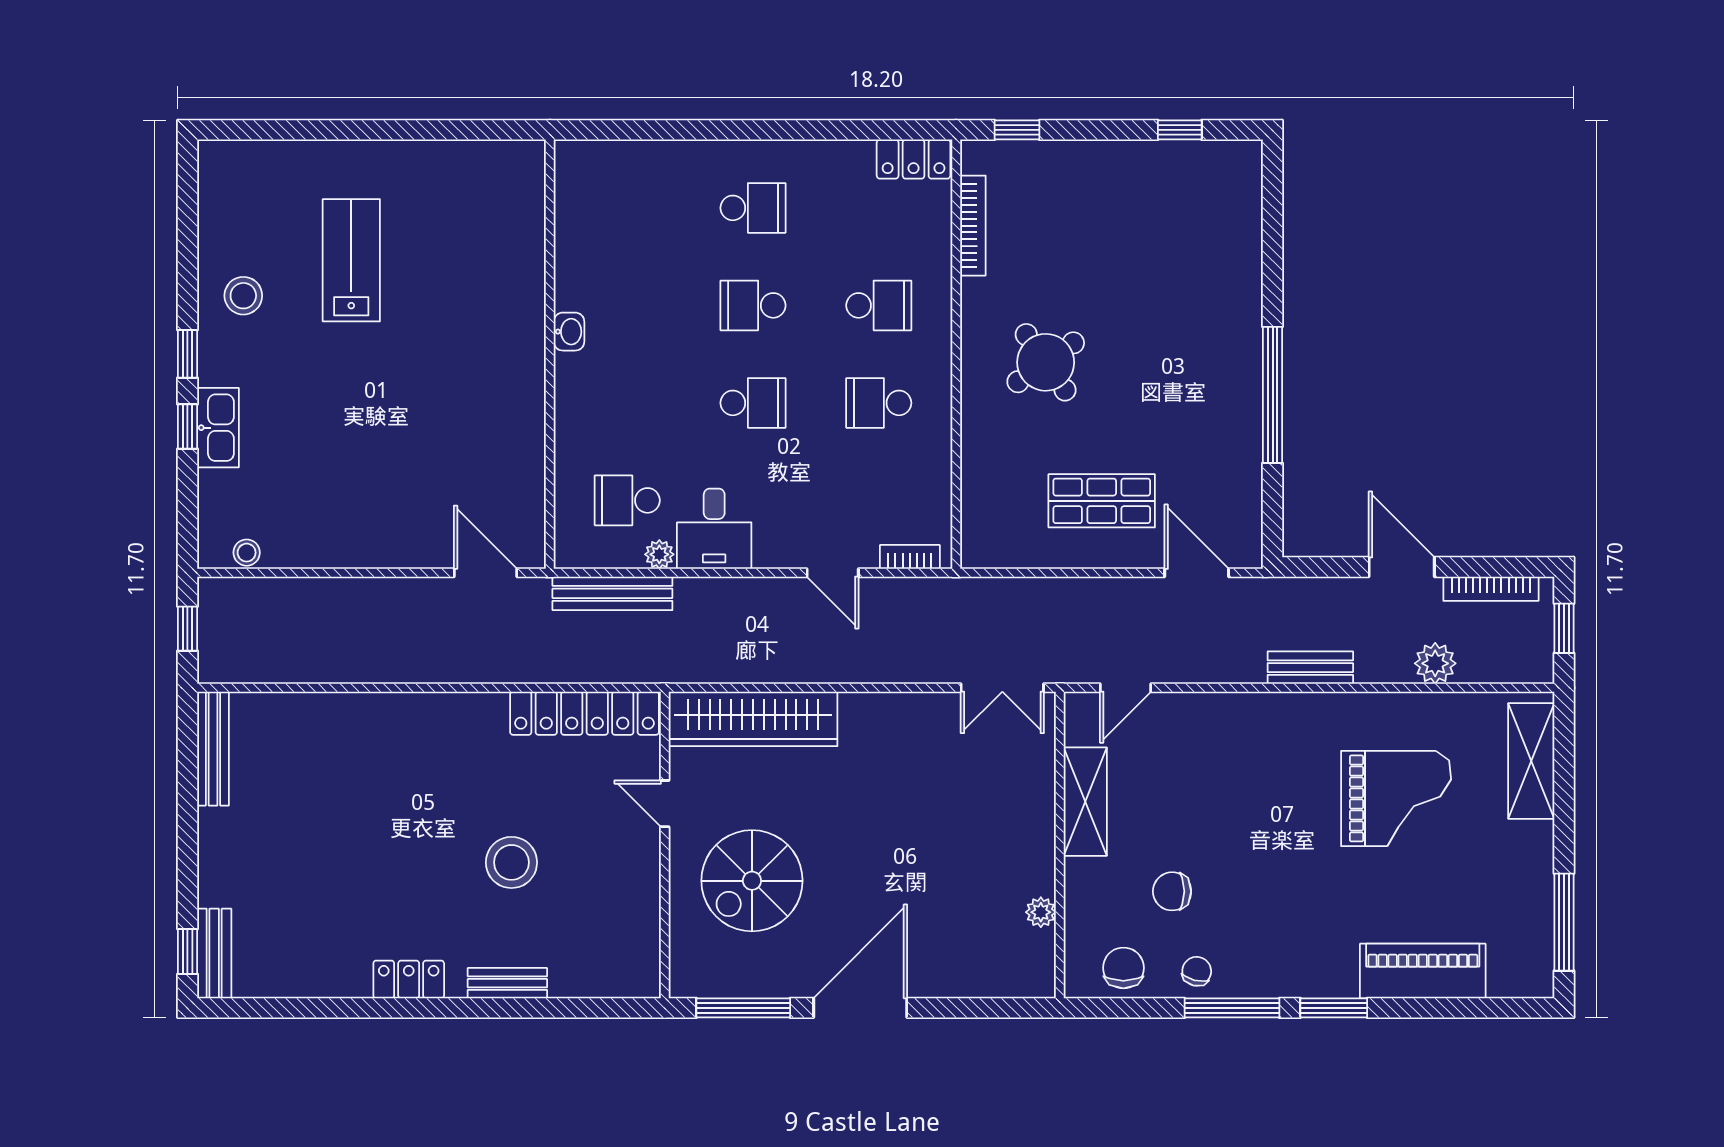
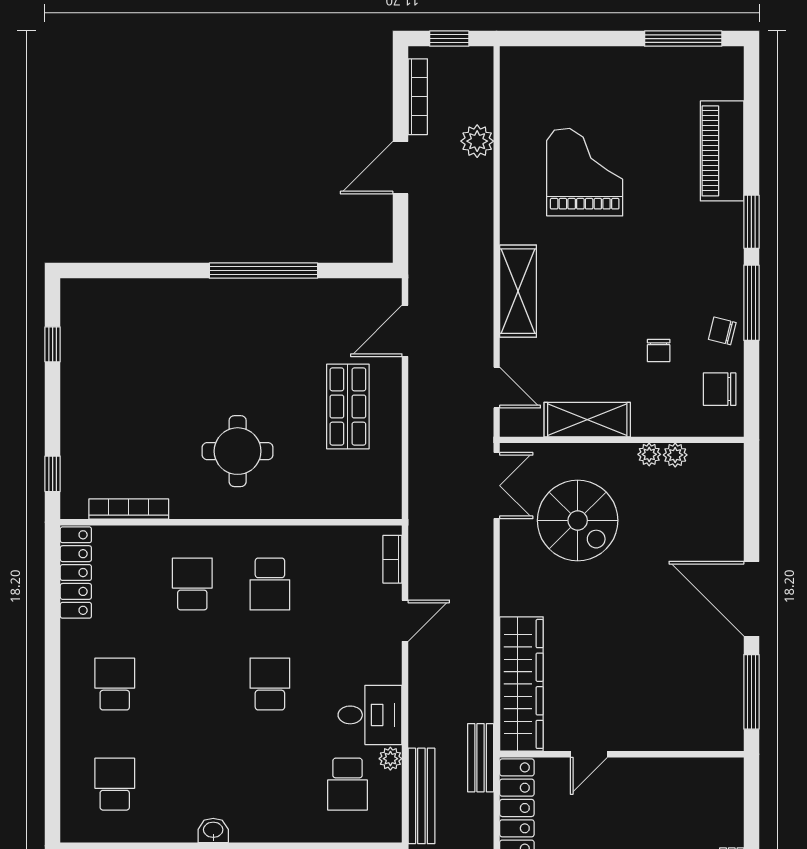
locker: (914, 159) -> (76, 573), width x1.53
school desk: (753, 305) -> (115, 784), moved, turned 180
round table: (1046, 362) -> (238, 451), turned 35
bench: (1310, 668) -> (481, 758), moved
shelving: (1531, 761) -> (518, 291), moved, turned 90
plant: (1041, 880) -> (649, 454), added
spiral stairs: (752, 881) -> (578, 520), moved
chair: (1172, 891) -> (659, 350), width x0.73, depth x0.73

